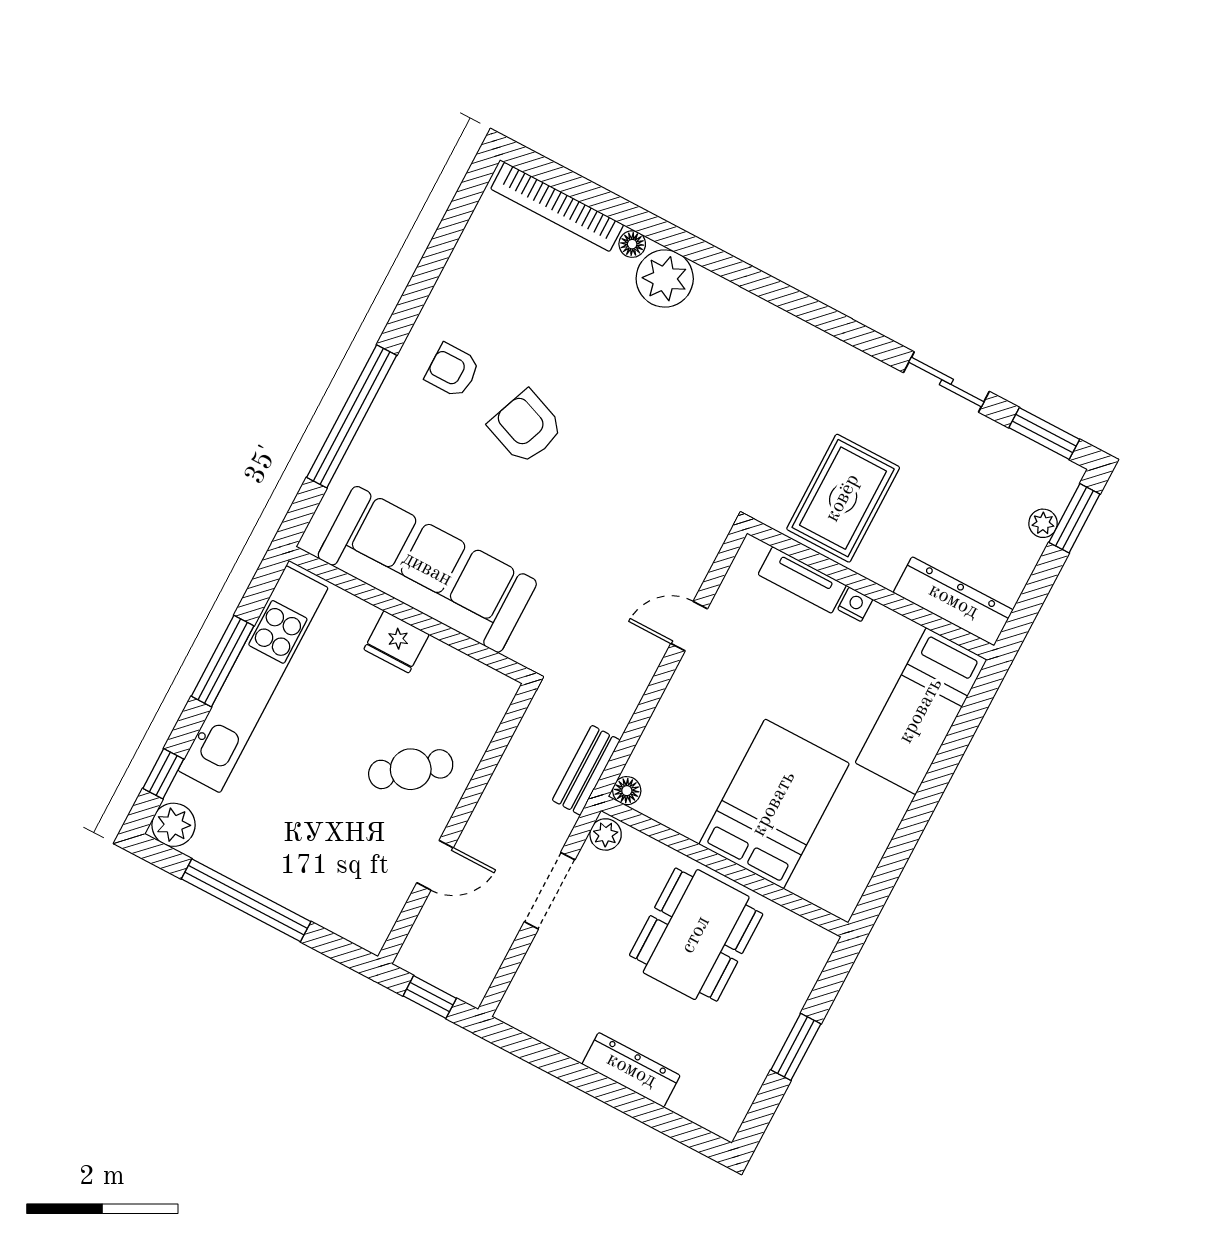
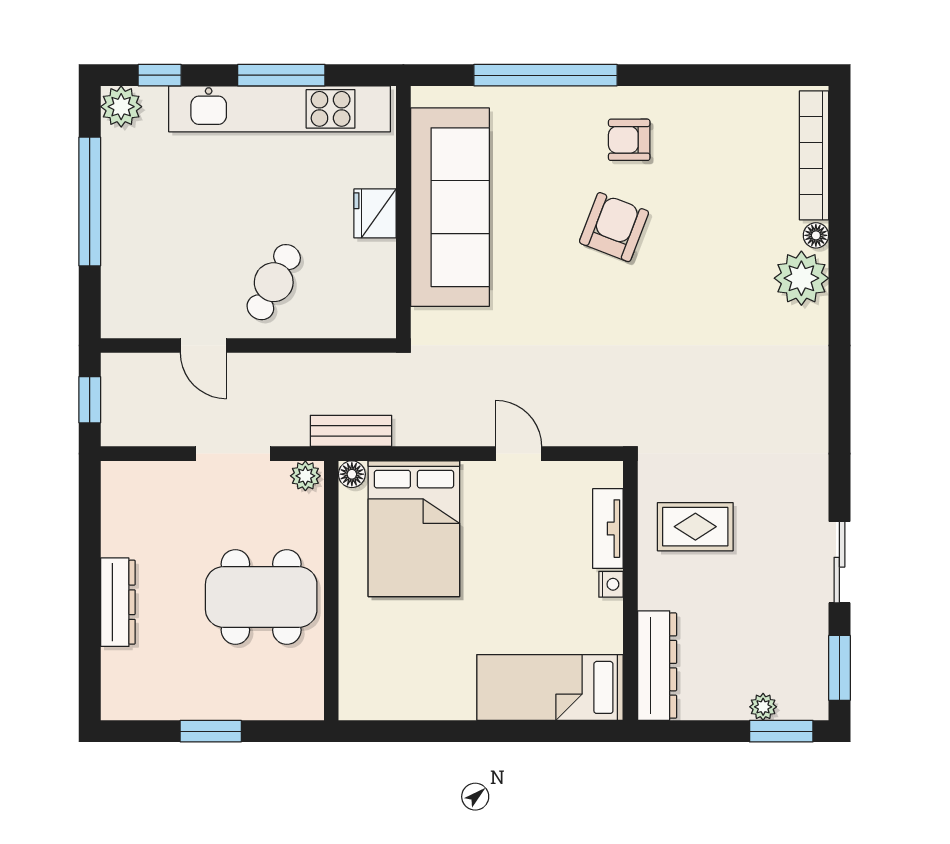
armchair: (452, 370) -> (629, 140), turned -90
rug: (843, 498) -> (695, 527), width x0.73, depth x0.70
cafe table: (411, 769) -> (274, 282), turned 66
bed: (774, 804) -> (414, 529), moved, turned 90

